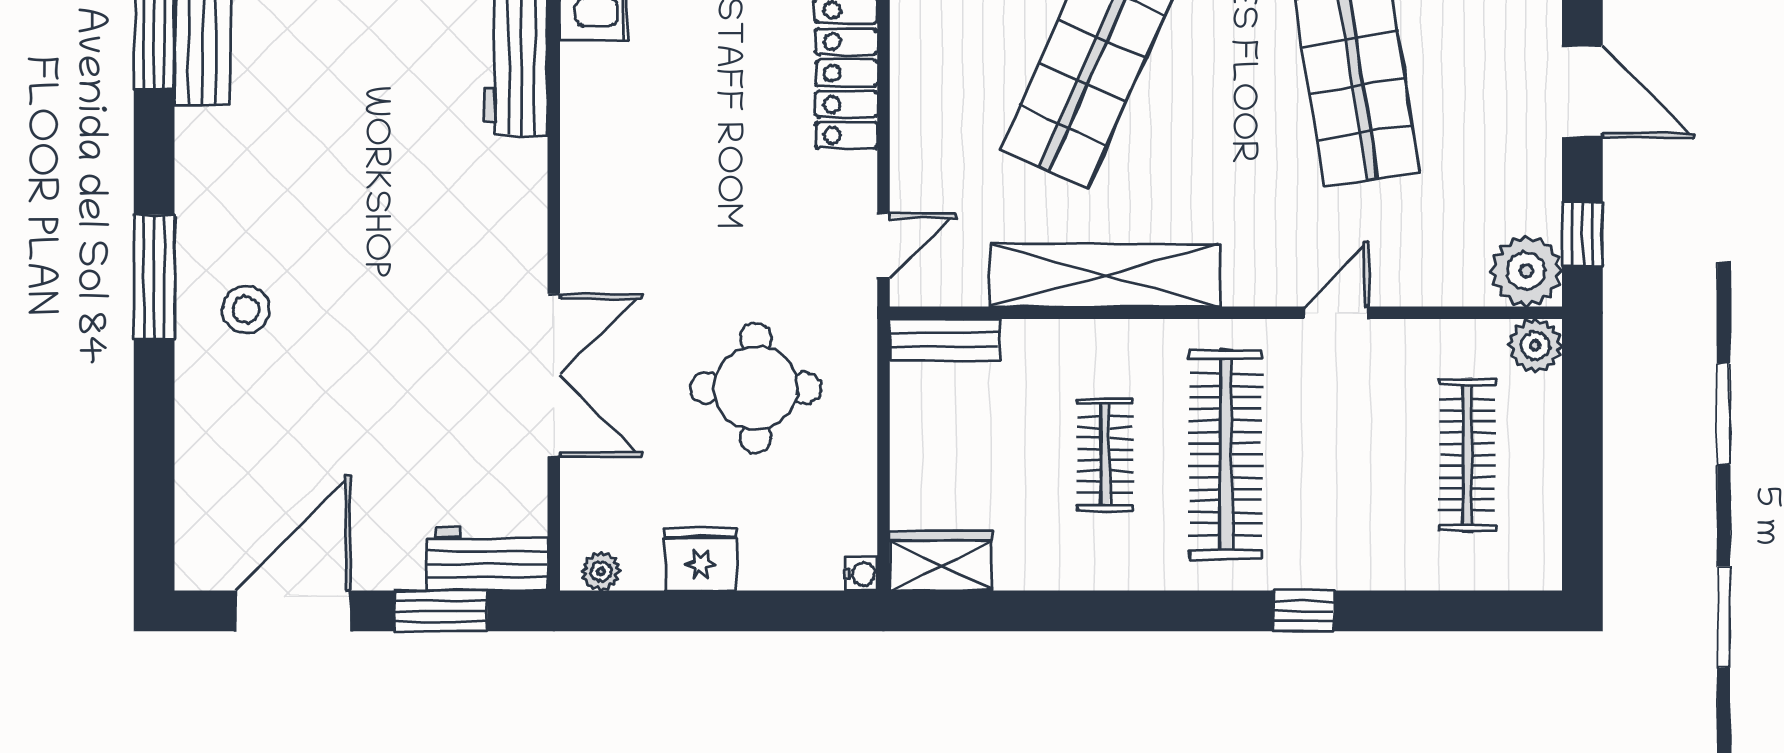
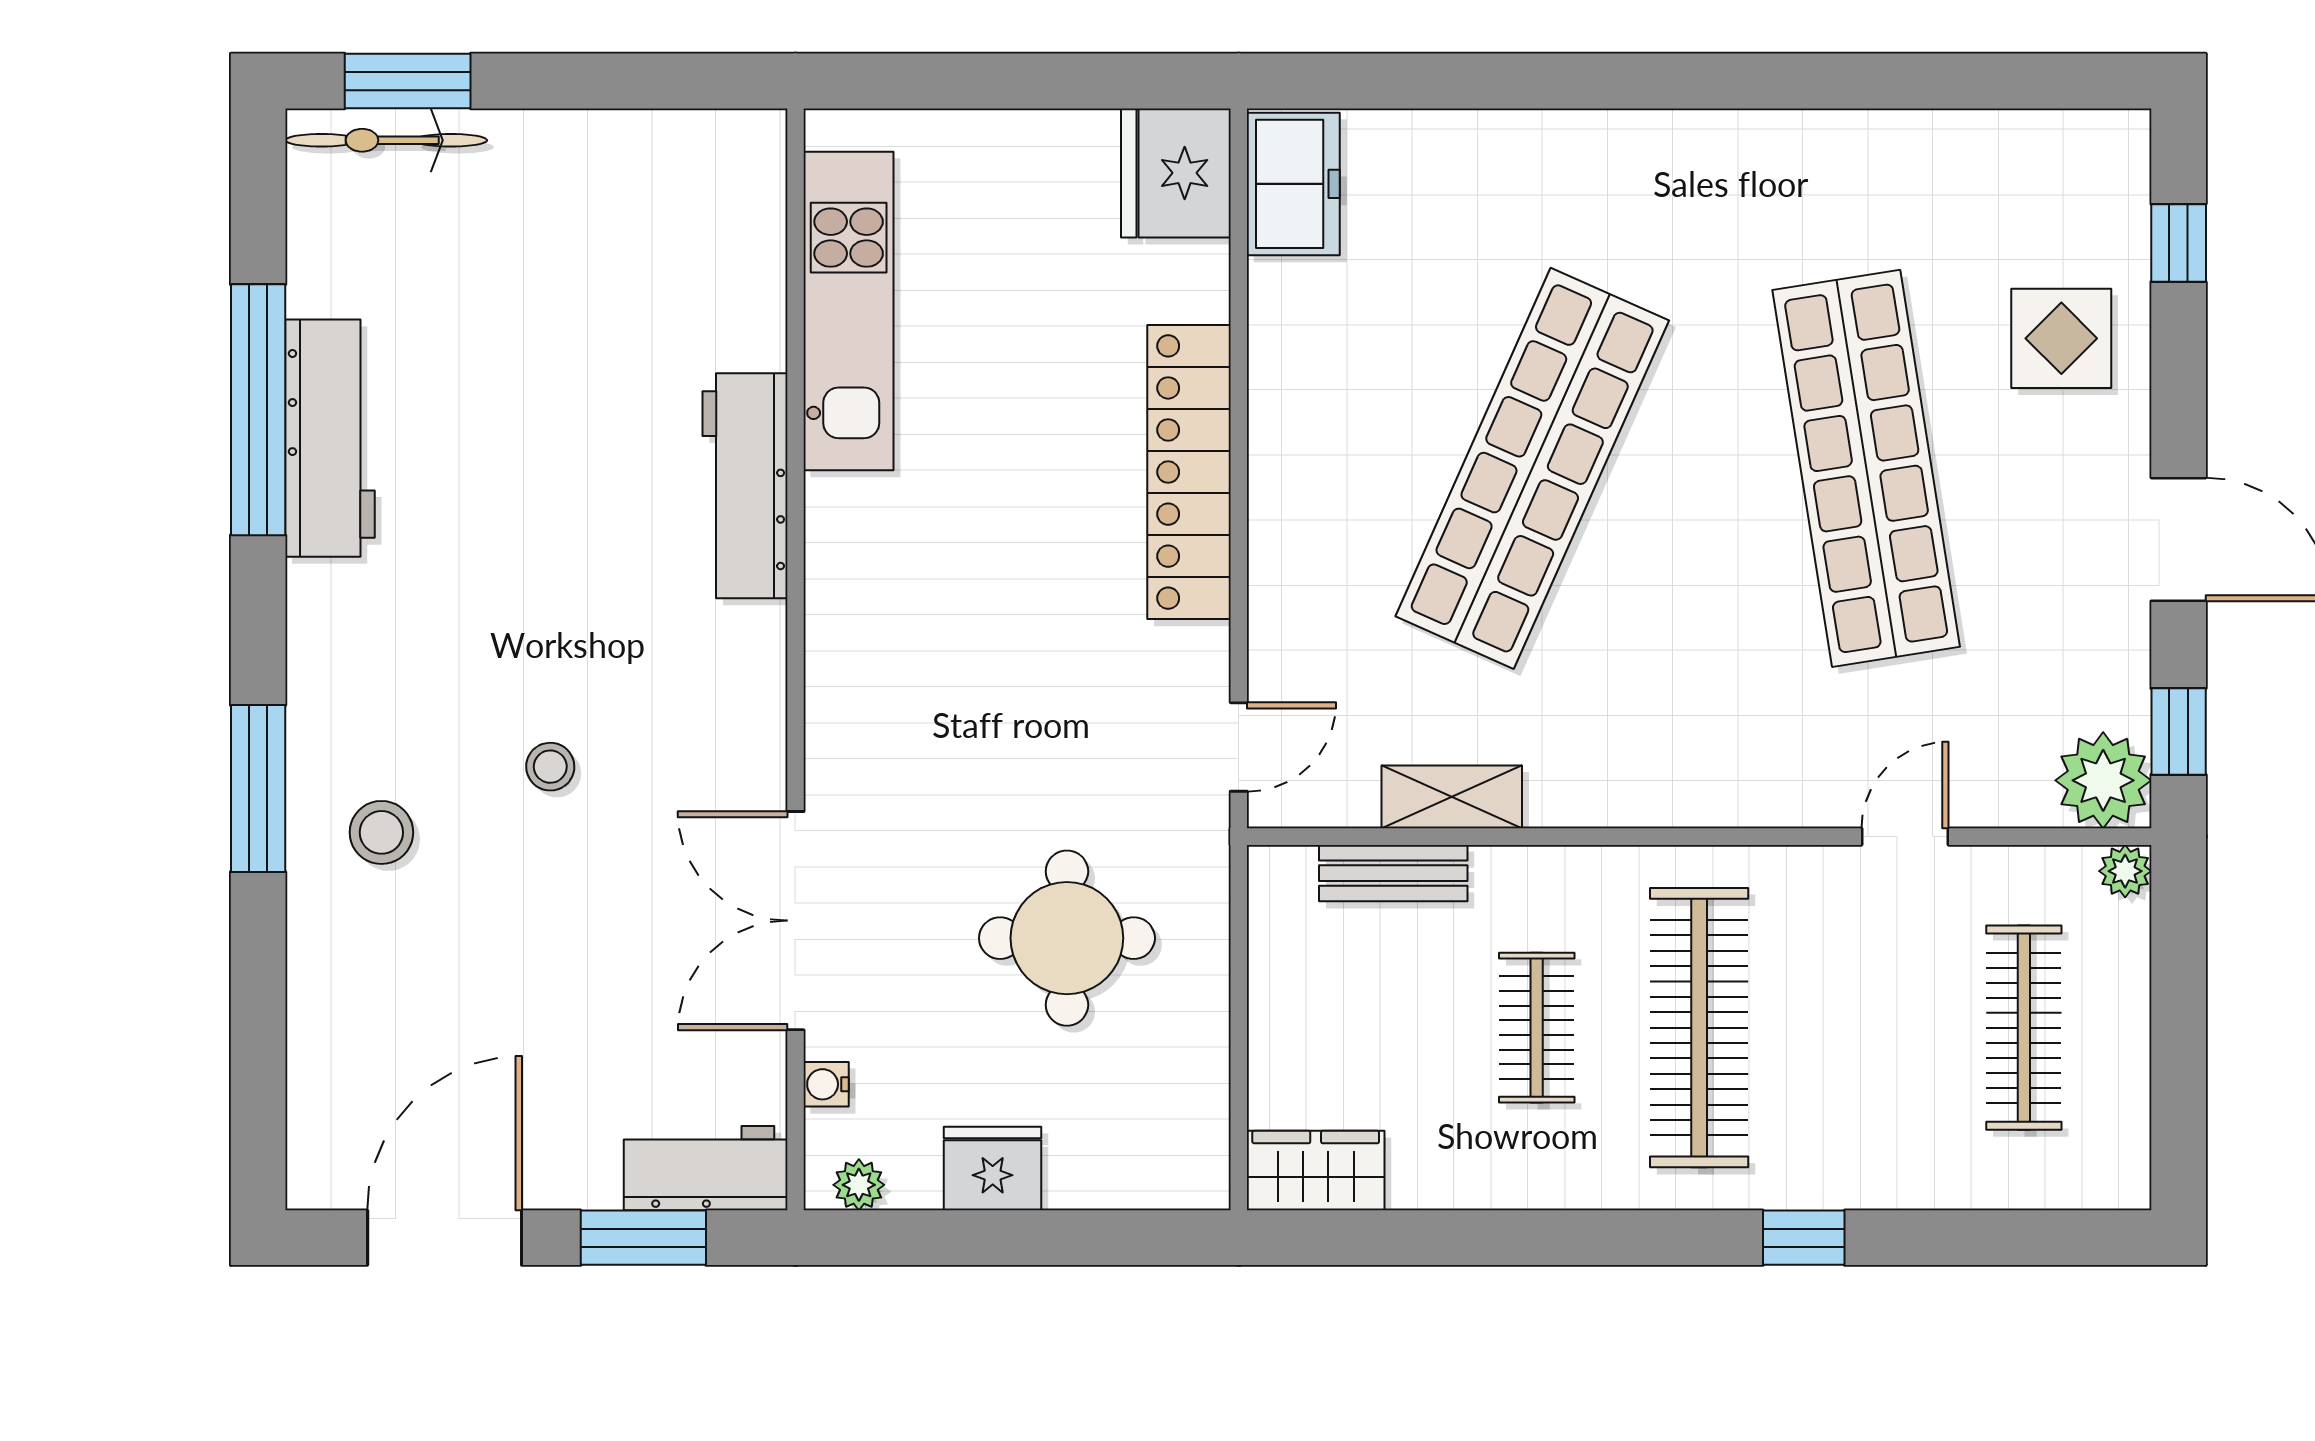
stool: (371, 261) -> (550, 767), added
shelving: (1104, 275) -> (1452, 797), width x0.45, depth x0.75
door: (1336, 313) -> (1905, 837), moved
bench: (945, 340) -> (1393, 873), moved
plant: (1535, 346) -> (2125, 871), width x0.73, depth x0.73
double door: (554, 375) -> (795, 921), swing flipped
water cooler: (861, 574) -> (826, 1084), moved, turned 180

